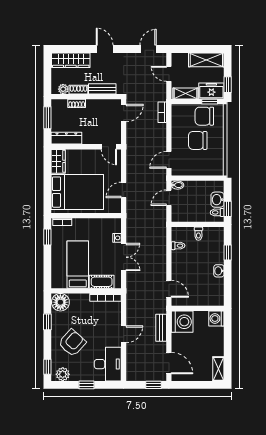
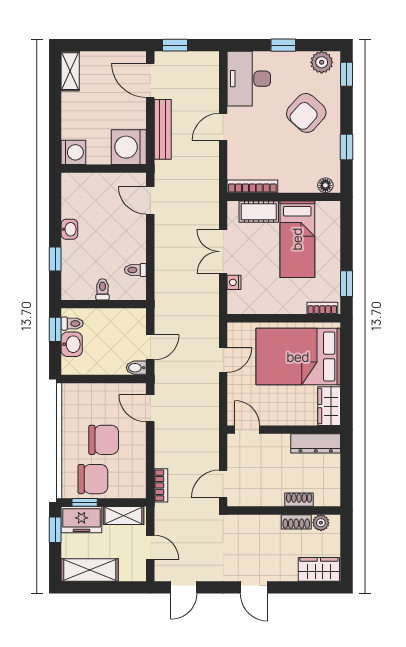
wardrobe: (71, 60) -> (319, 569), width x0.67
bench: (102, 89) -> (258, 523), removed
window: (47, 118) -> (347, 476), removed
door: (169, 160) -> (150, 408), swing flipped
floor lamp: (60, 302) -> (325, 185), width x0.53, depth x0.53
bench: (161, 328) -> (163, 129), width x1.36

